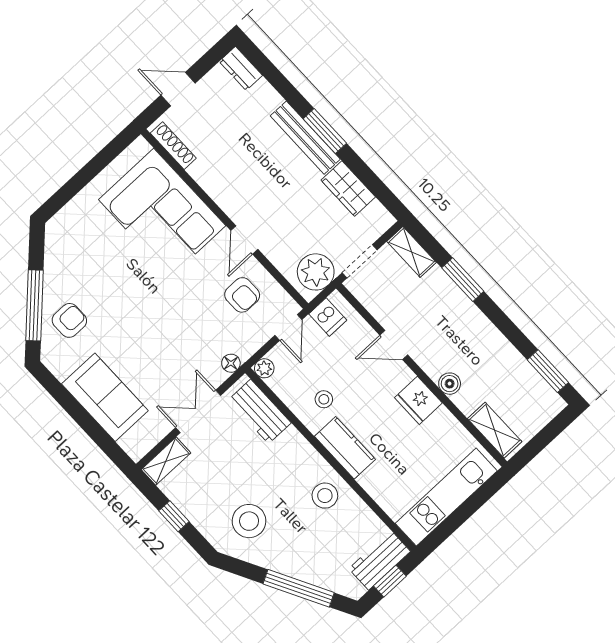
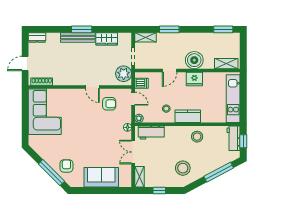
corner sofa: (162, 213) -> (45, 112), moved, turned -90
boiler: (450, 384) -> (194, 60), width x1.86, depth x1.86

